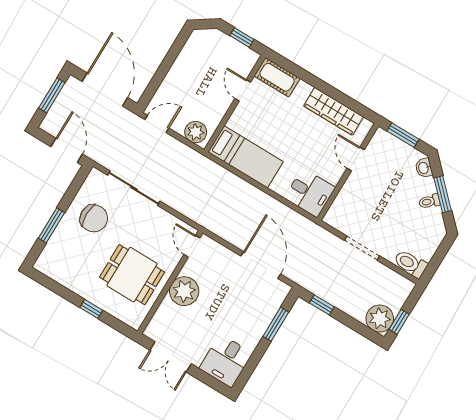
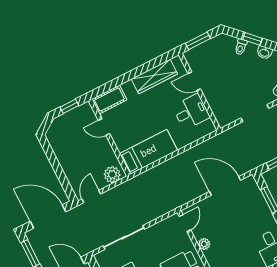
washbasin: (424, 168) -> (264, 53), moved
desk: (310, 193) -> (191, 112), moved
window: (443, 194) -> (252, 39), width x0.67
toilet: (429, 201) -> (241, 47), moved
door: (192, 246) -> (185, 223), swing flipped
plant: (184, 291) -> (204, 244), width x0.53, depth x0.53

